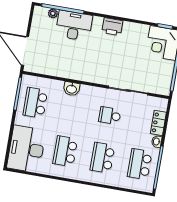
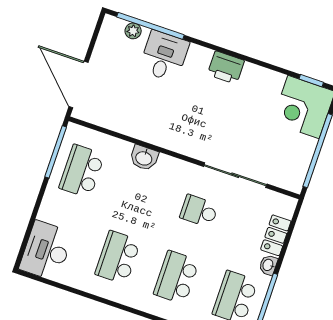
desk: (74, 26) -> (164, 56), width x0.73
desk: (26, 149) -> (46, 251), width x0.73, depth x0.77

